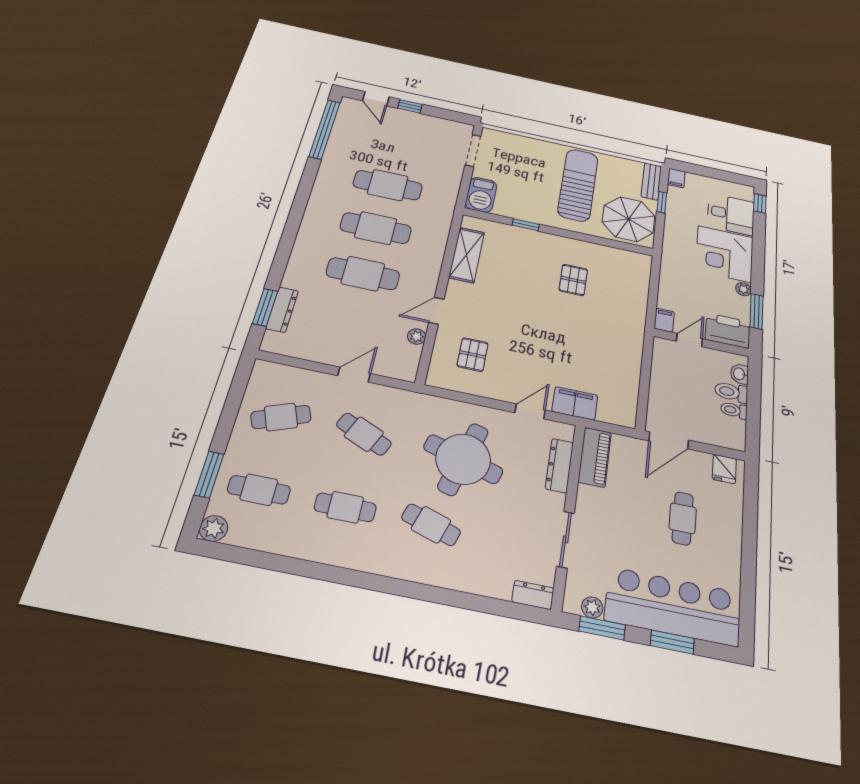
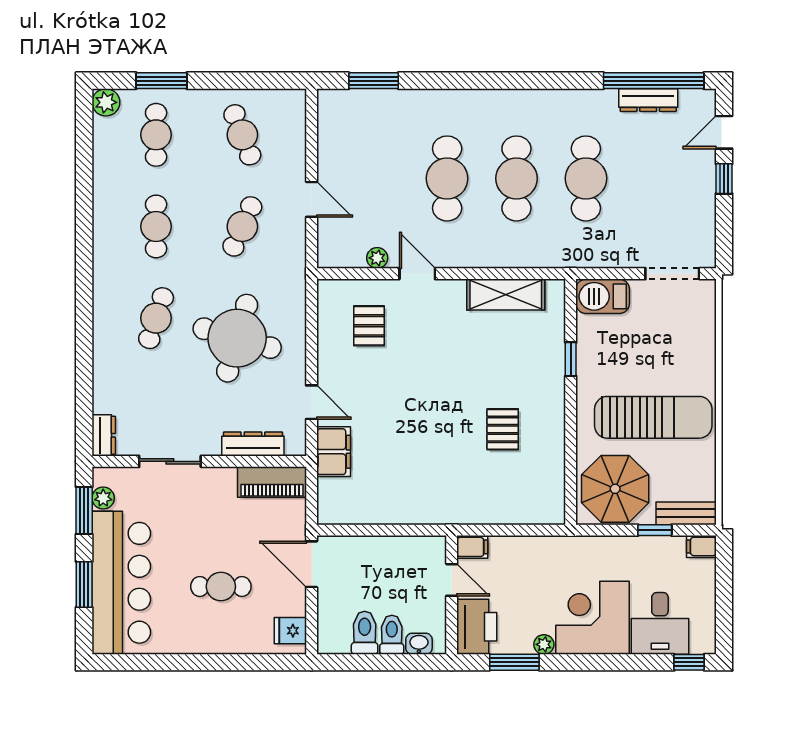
pallet: (573, 280) -> (503, 429), turned 90
dresser: (282, 310) -> (648, 100), moved
pallet: (473, 355) -> (369, 326), turned 90
toilet: (734, 410) -> (365, 633), width x1.37, depth x1.39

